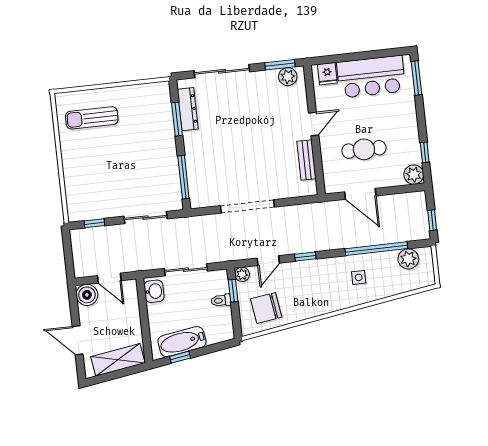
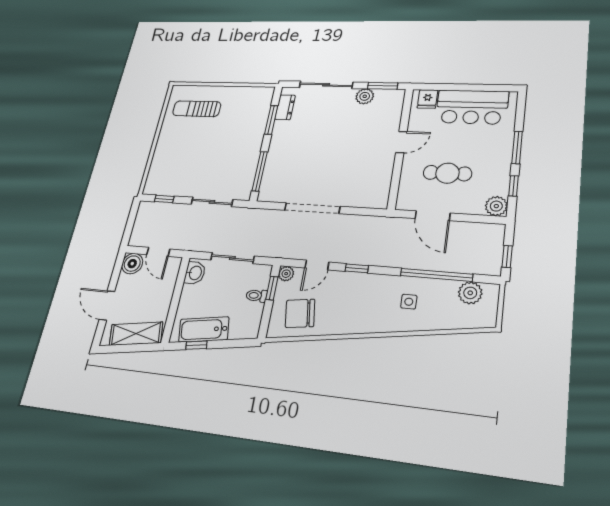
plant: (288, 77) -> (365, 96), moved
window: (416, 78) -> (517, 147), moved
dresser: (188, 109) -> (285, 107), width x0.70
bench: (307, 160) -> (385, 174), removed

